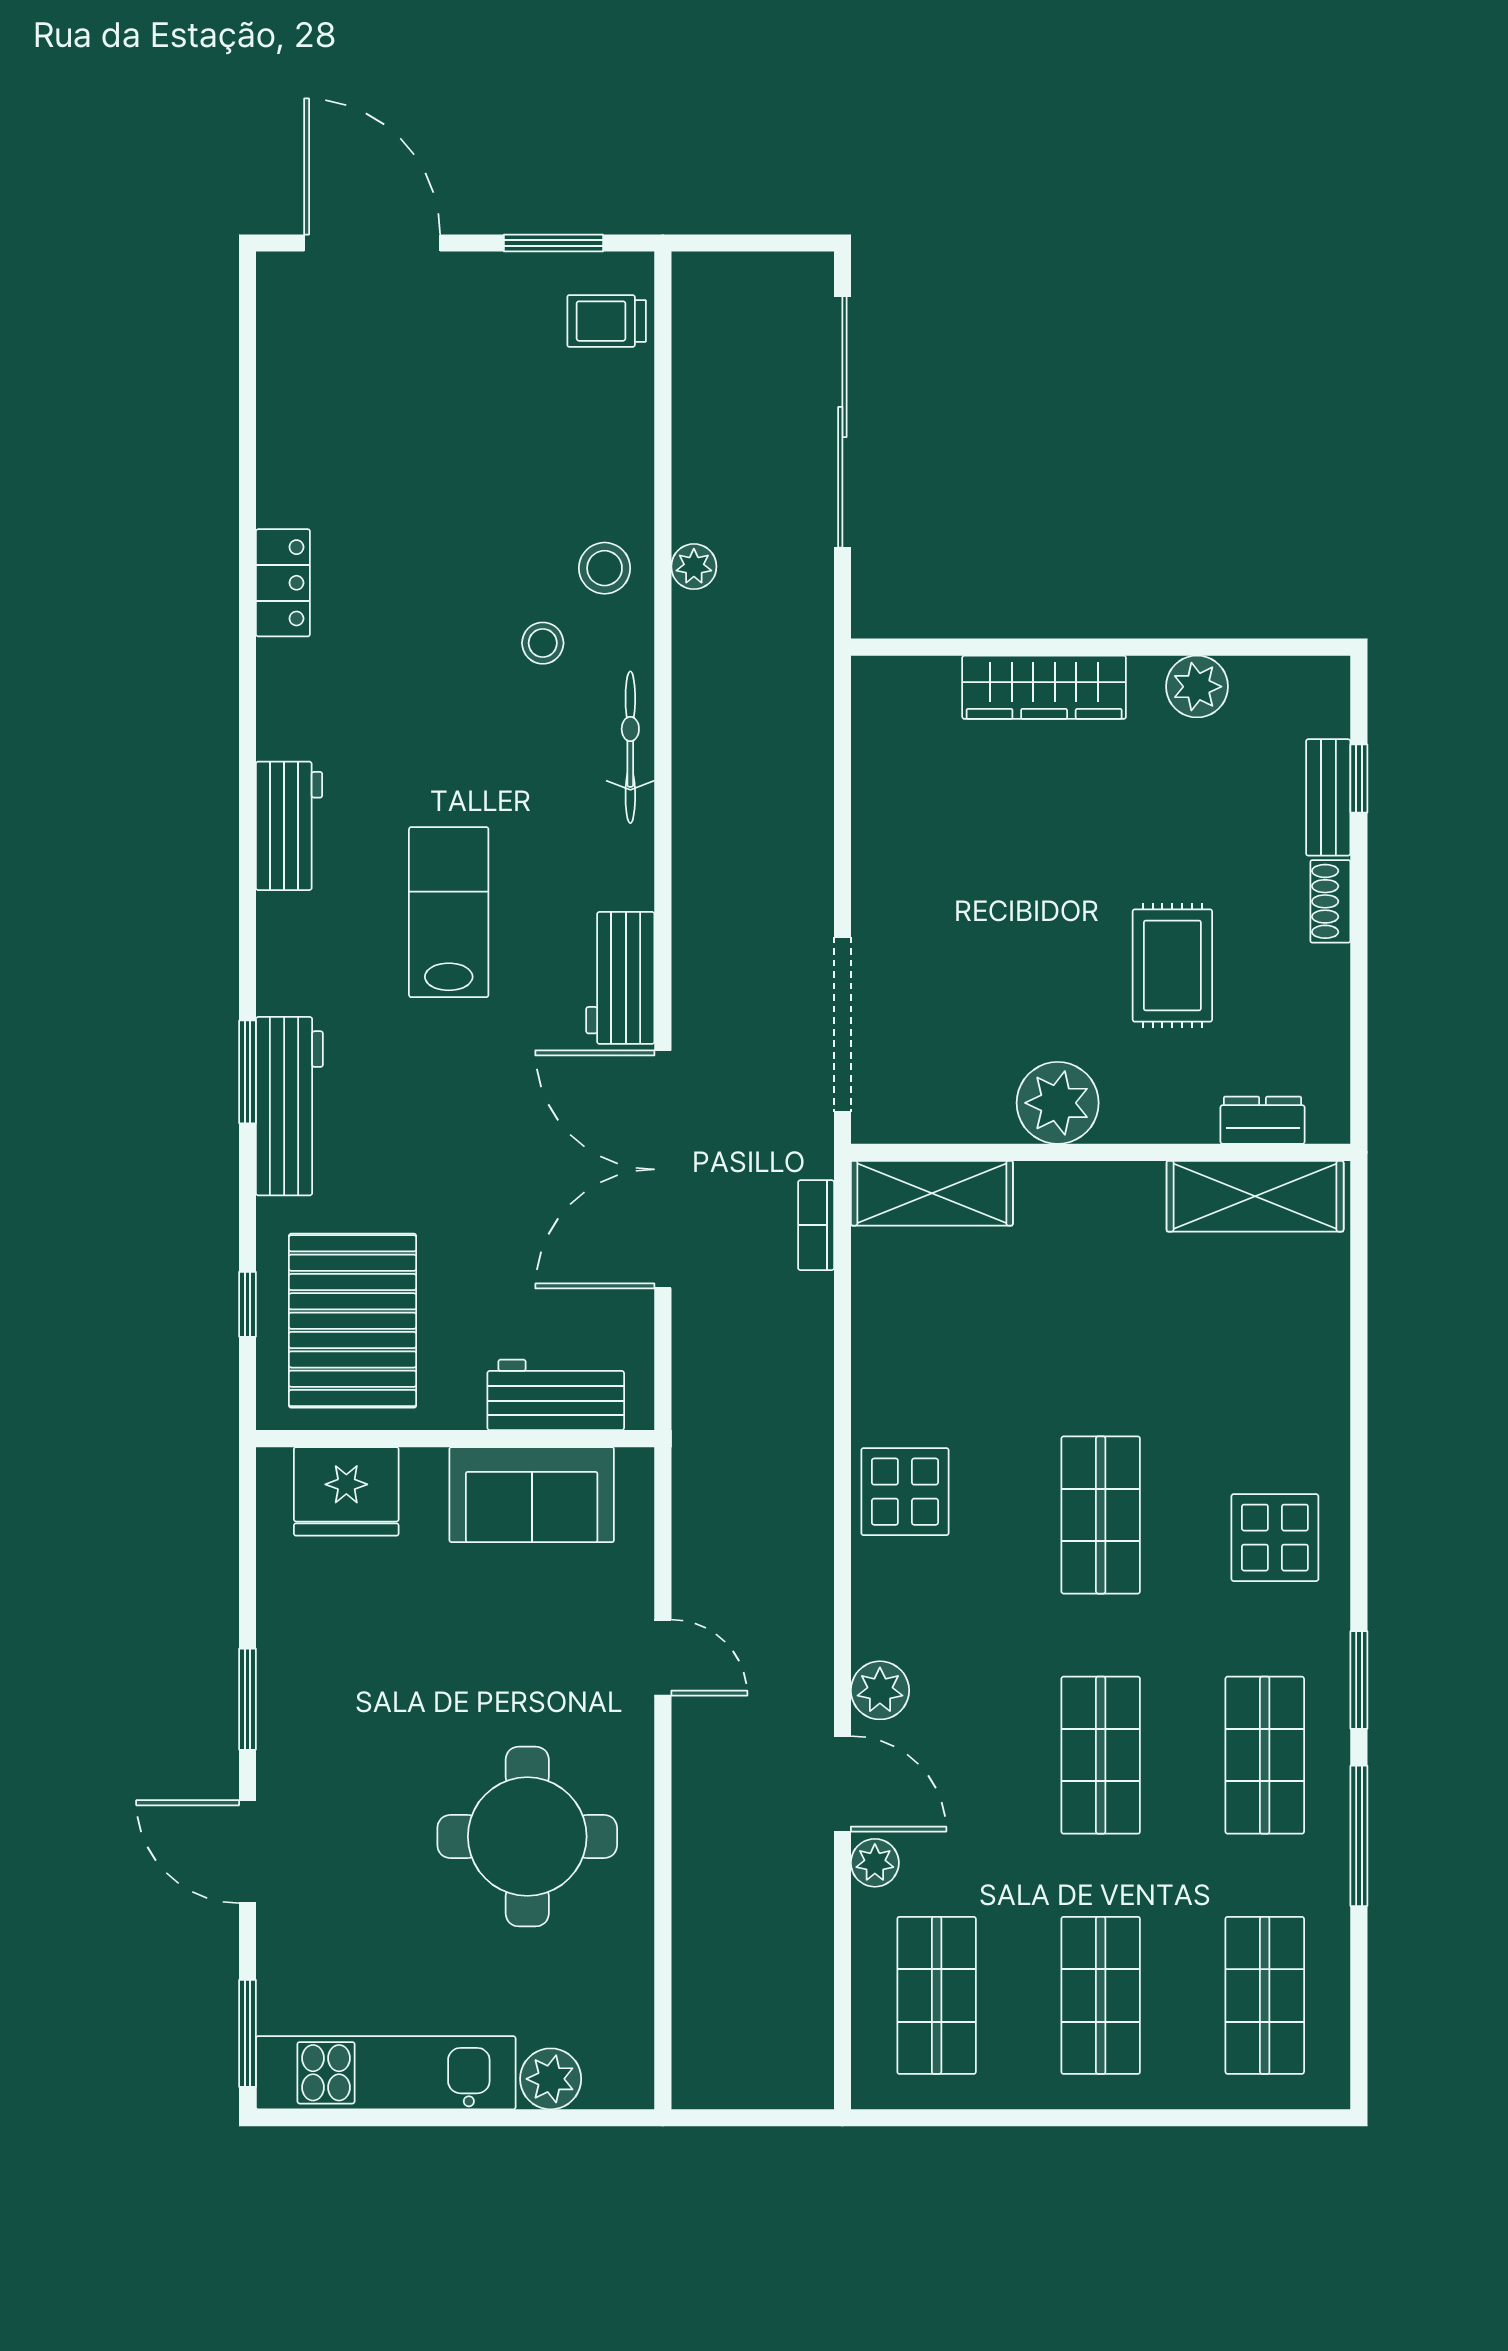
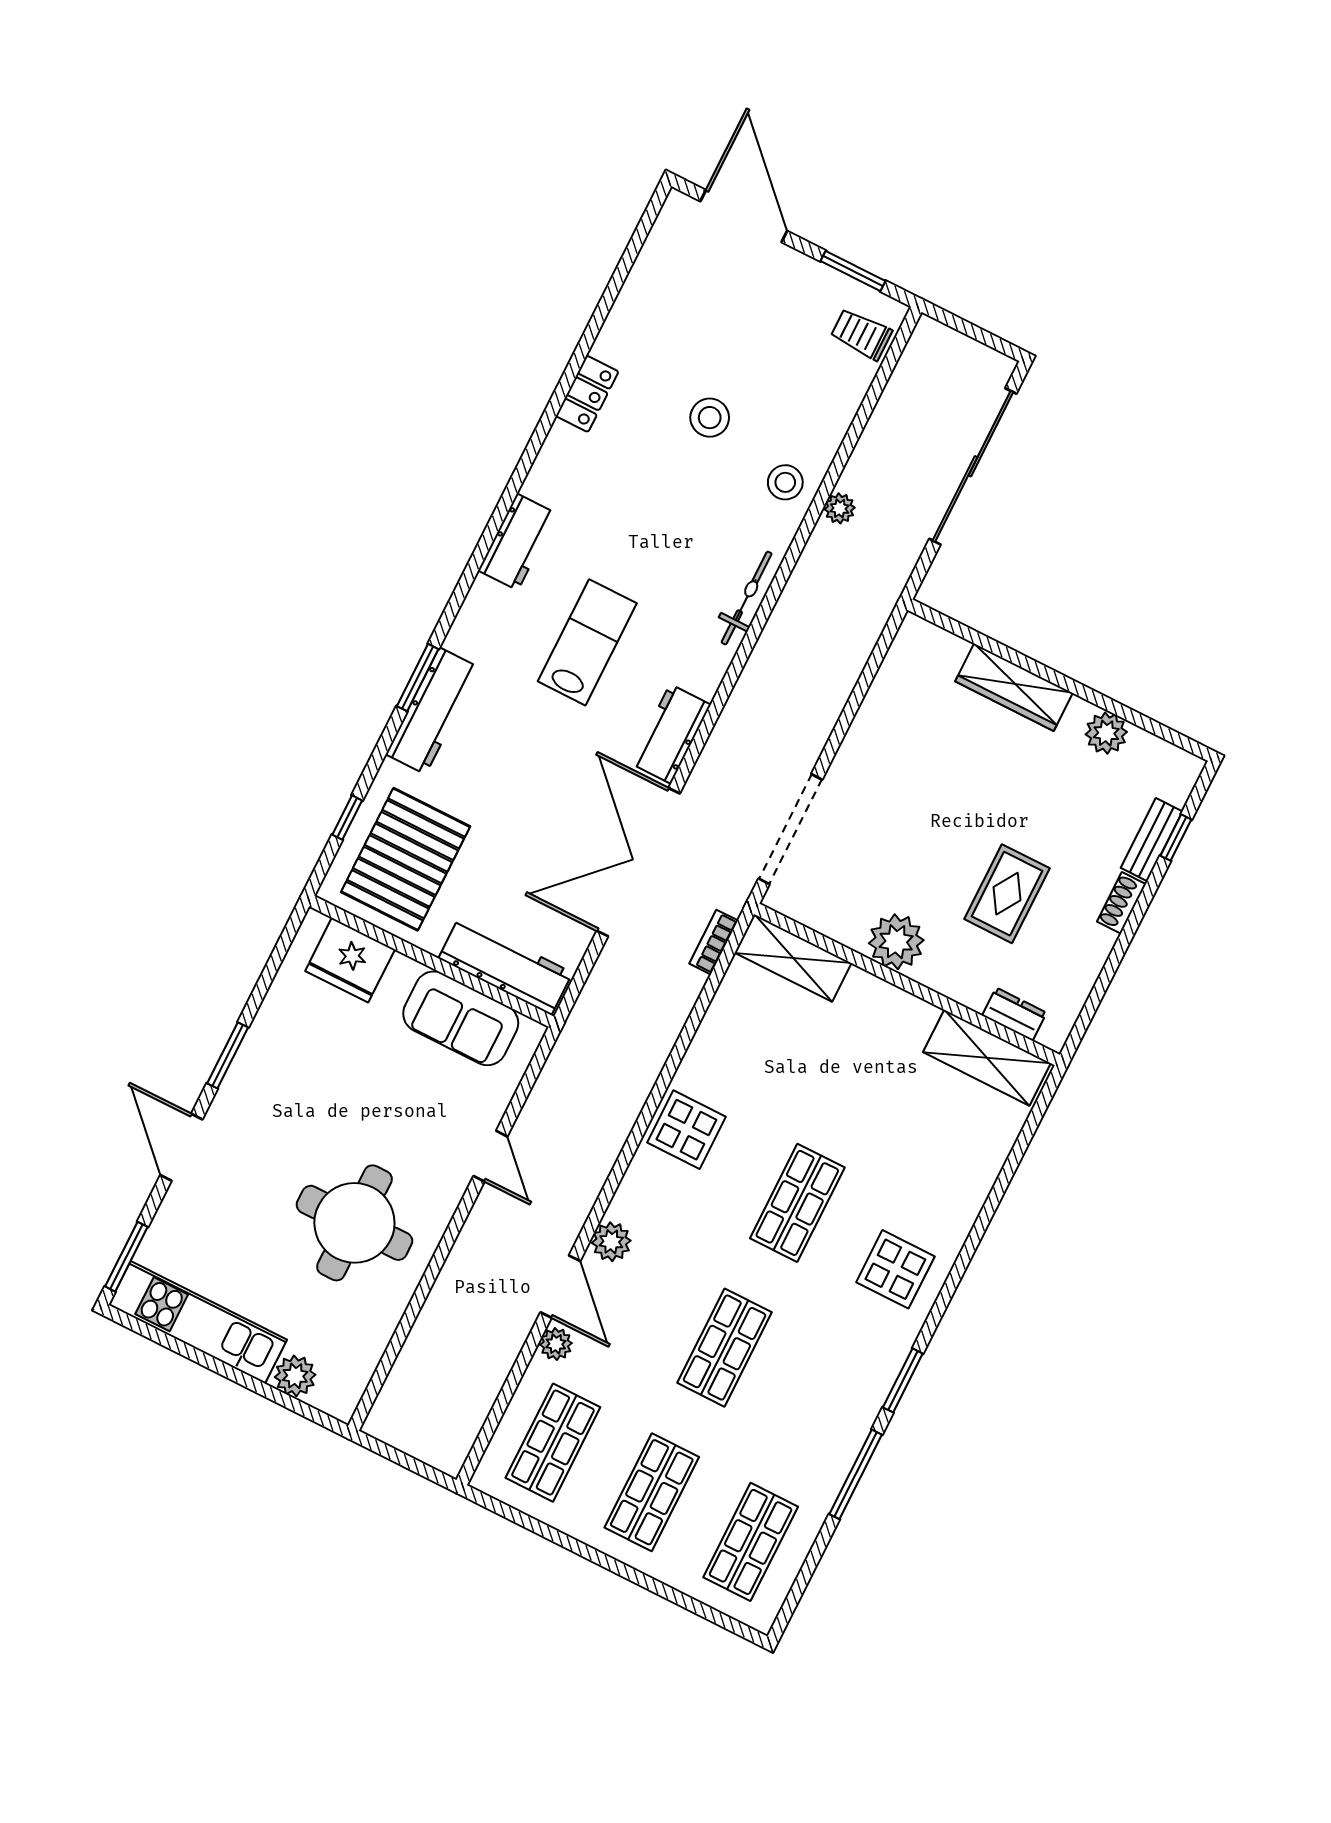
stool: (543, 643) -> (710, 418), moved, width x1.37, depth x1.37
workbench: (556, 1395) -> (505, 965), width x1.38
shop shelf: (1265, 1755) -> (823, 1397), removed

